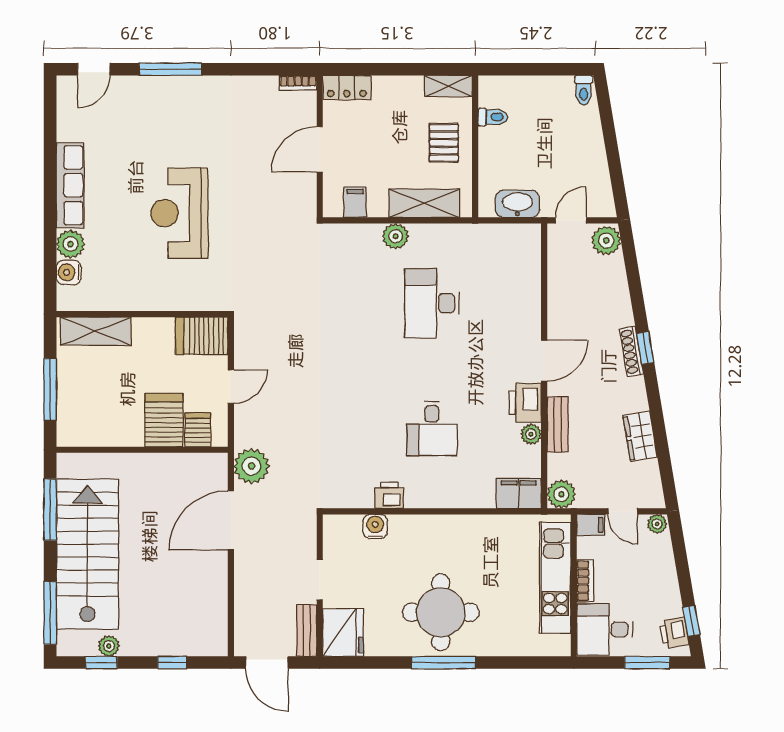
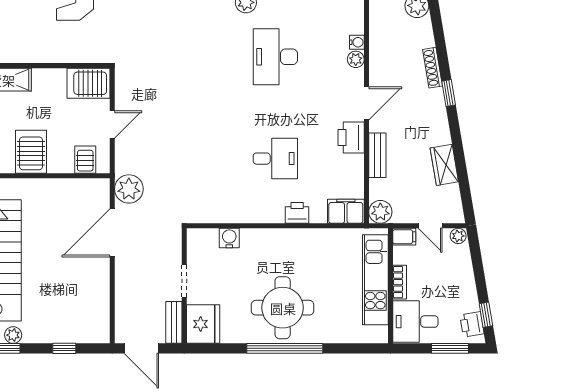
water cooler: (532, 285) -> (357, 42), added
shoe rack: (631, 351) -> (432, 68), moved
server rack: (164, 420) -> (31, 152), moved
desk: (432, 429) -> (275, 159), turned -90
plant: (531, 434) -> (356, 59), moved
printer: (389, 495) -> (297, 213), moved
window: (444, 663) -> (285, 348), width x1.46

